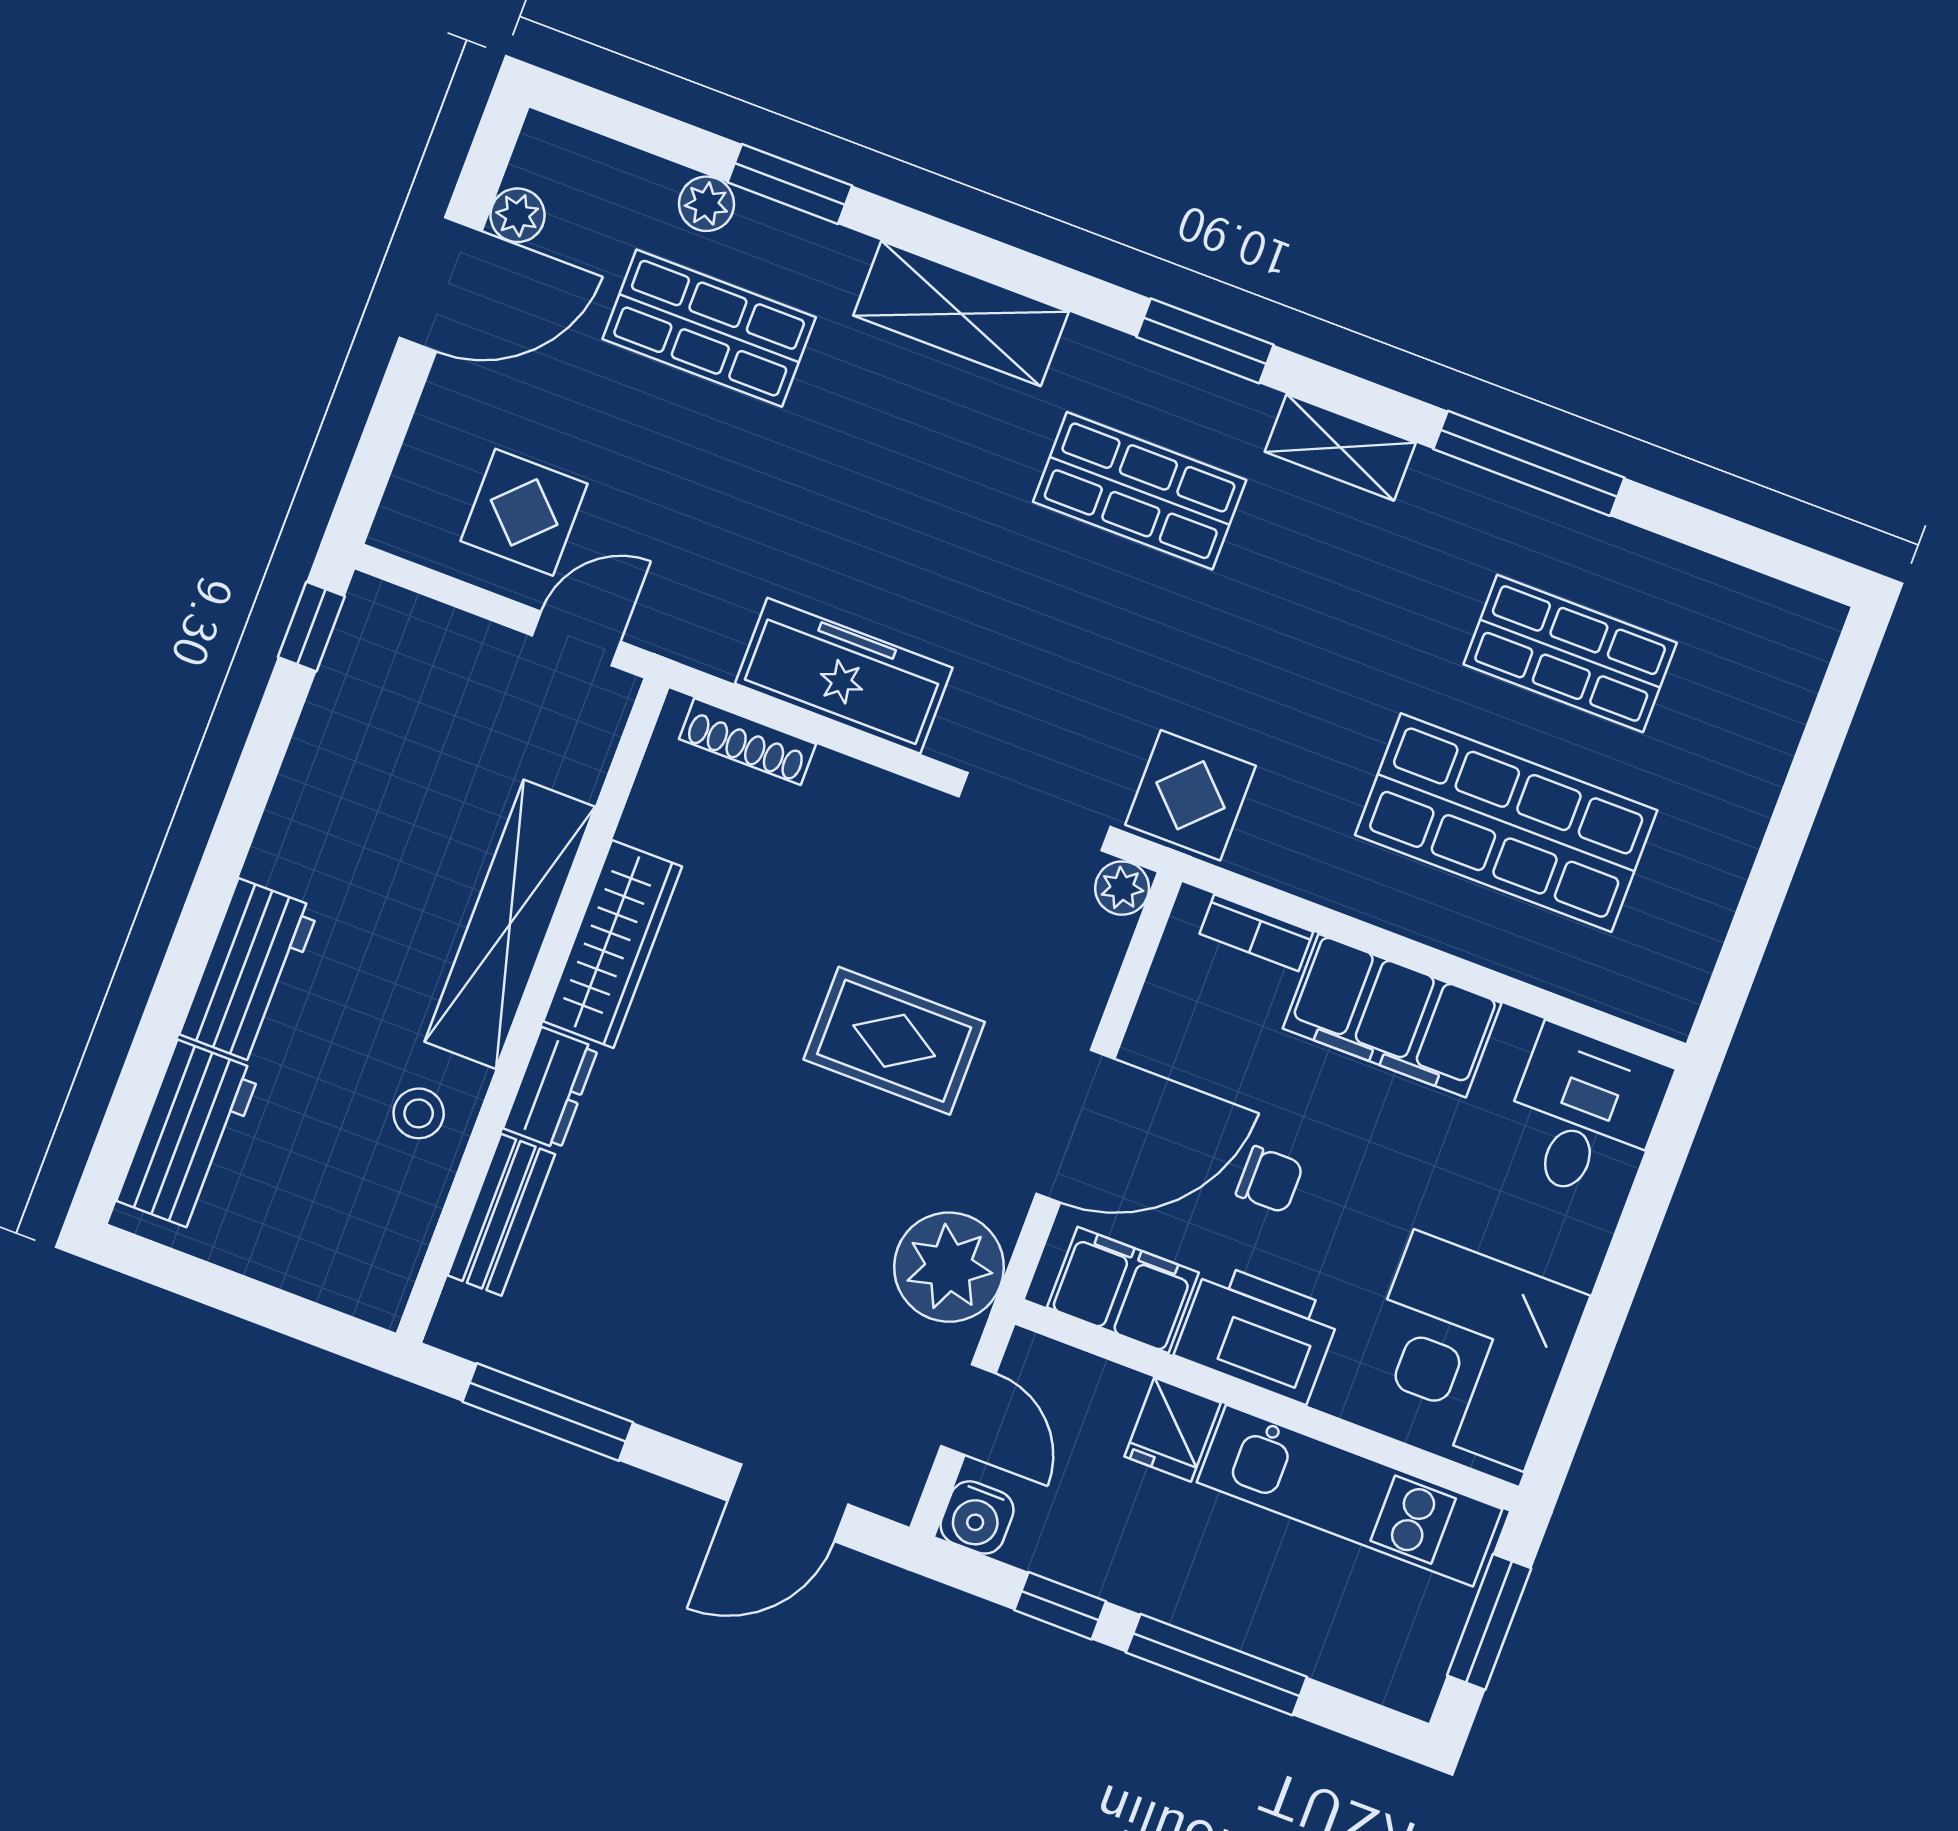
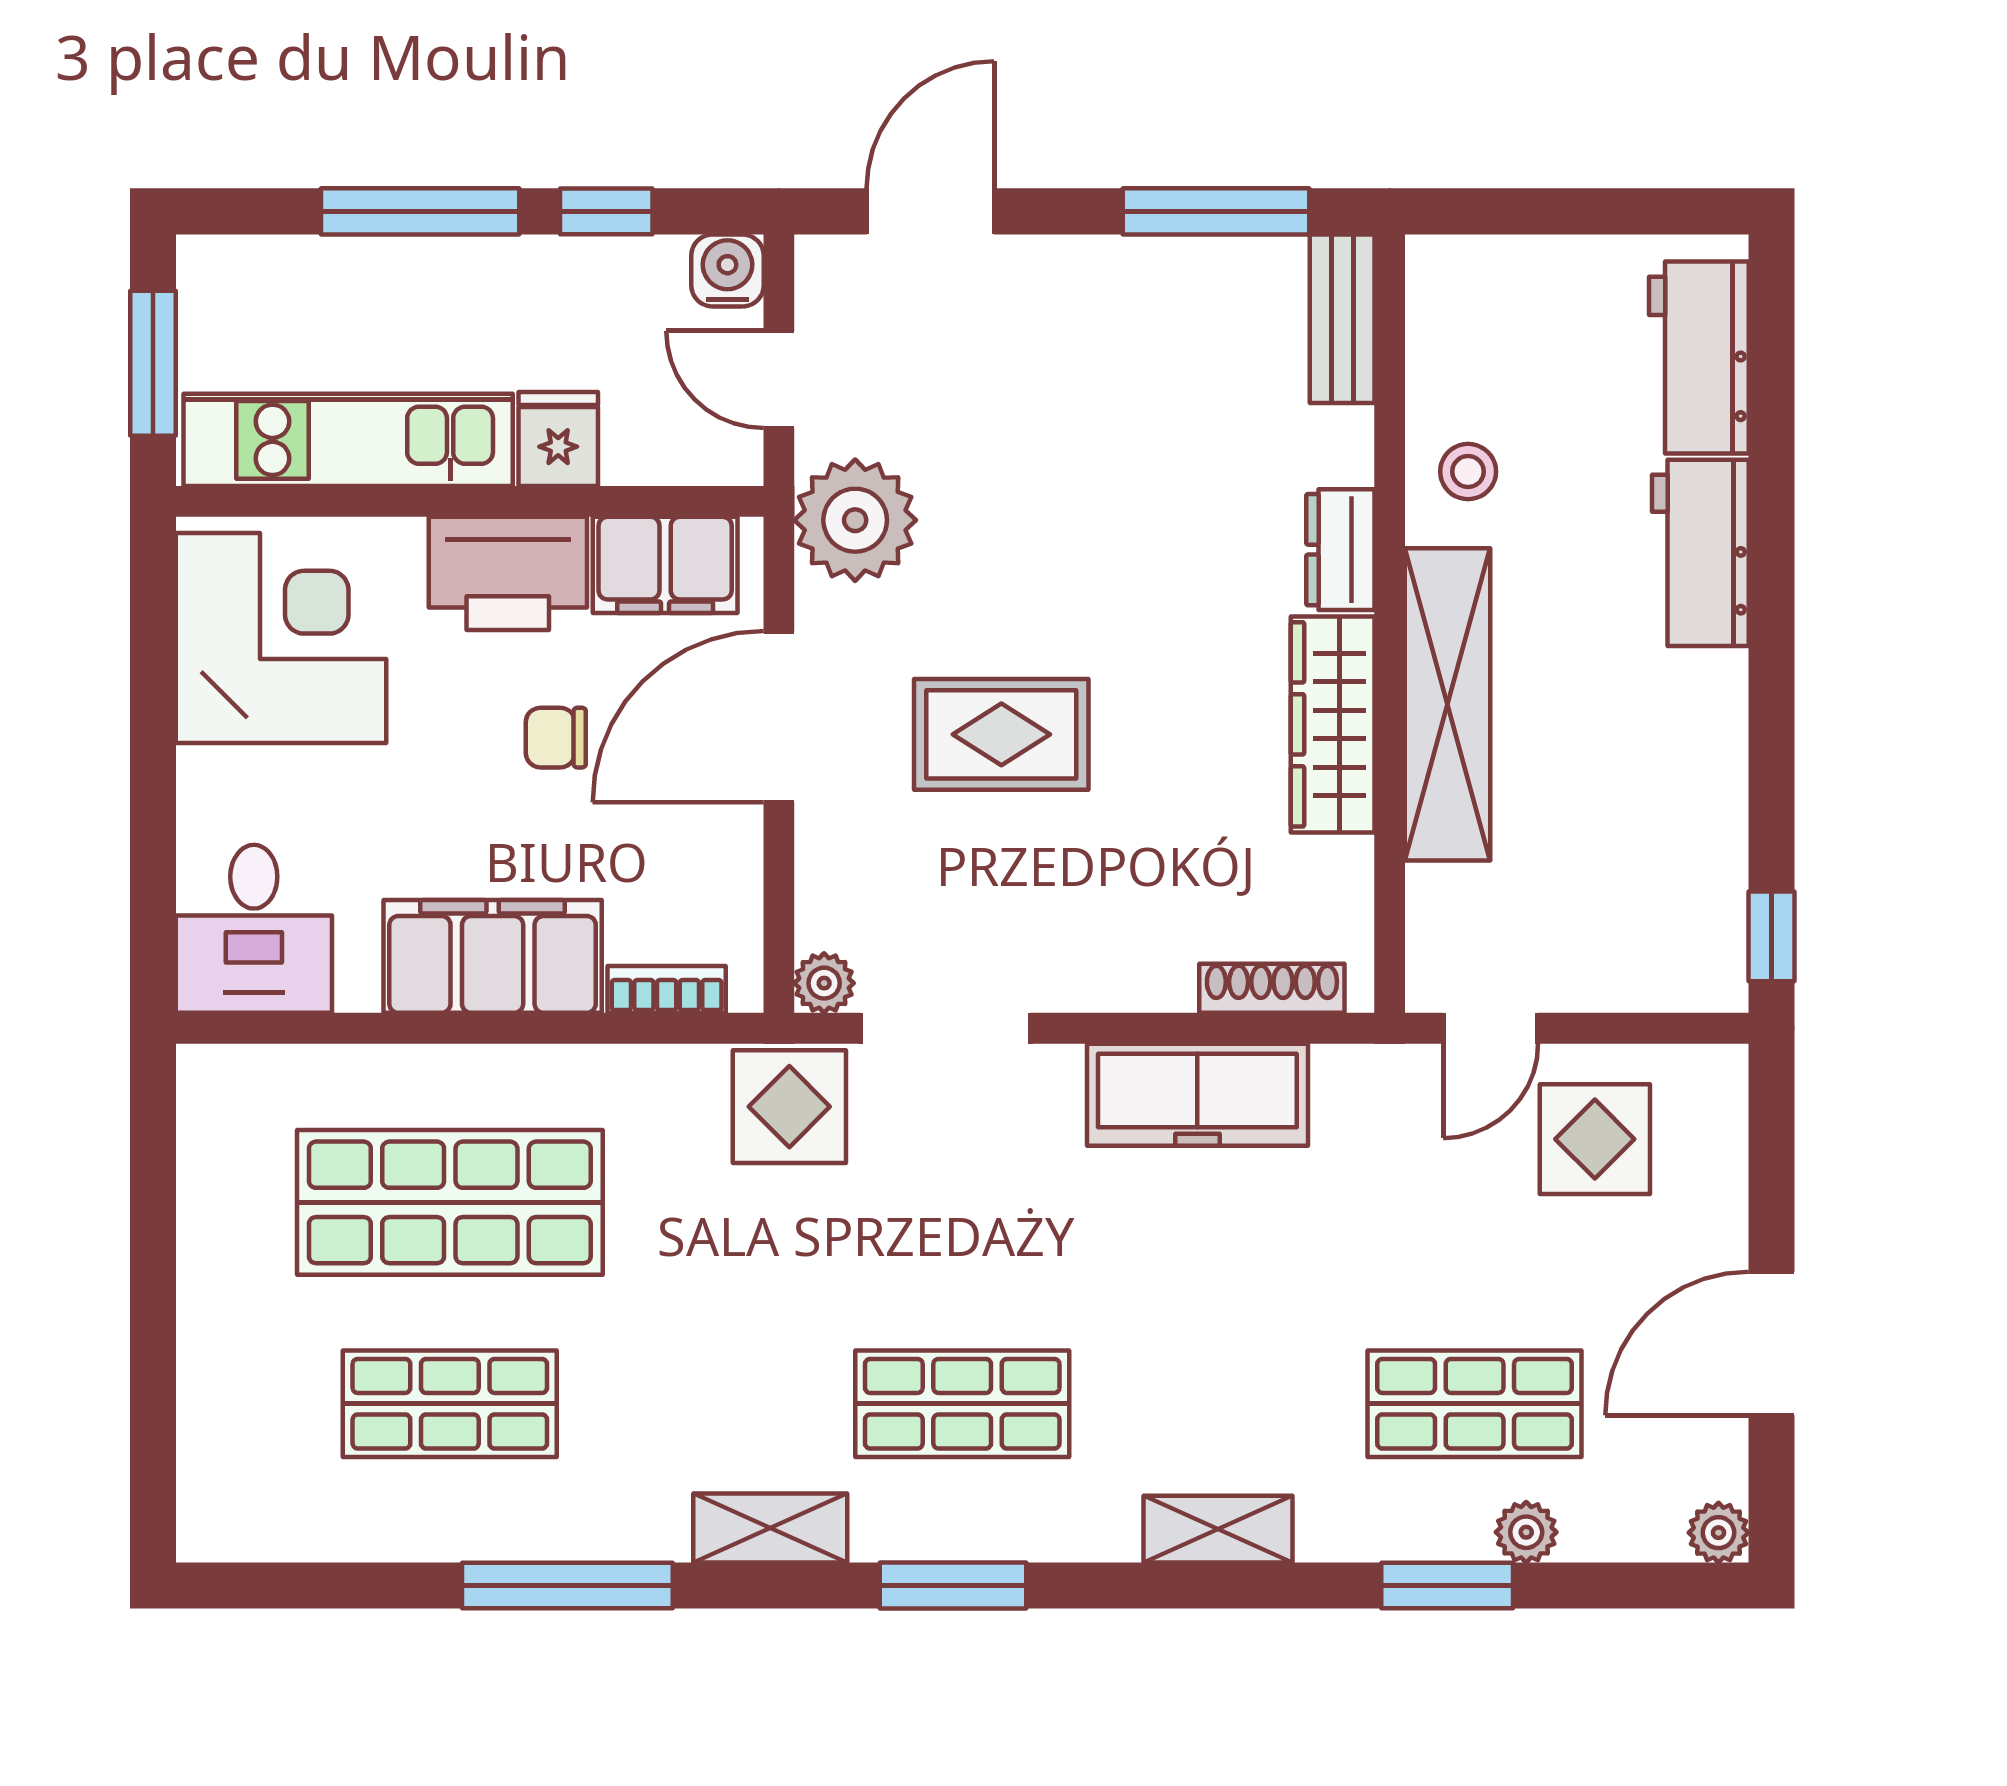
plant: (518, 215) -> (1719, 1533), moved
shelving: (961, 314) -> (1218, 1529), width x0.67, depth x0.75
bench: (501, 1215) -> (1342, 319), moved

